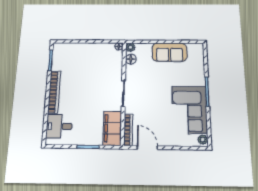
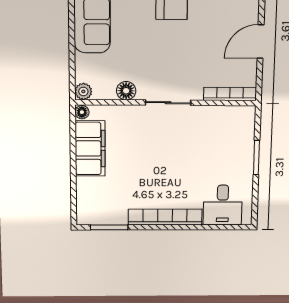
floor lamp: (131, 59) -> (126, 91), moved
filing cabinet: (112, 128) -> (90, 148), moved, turned -90
door: (147, 148) -> (261, 42), moved

